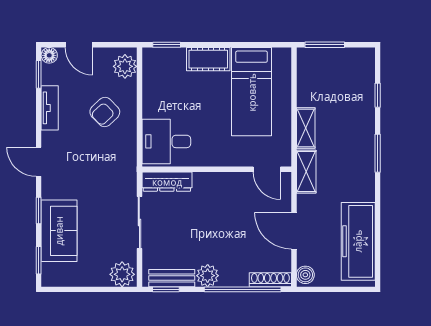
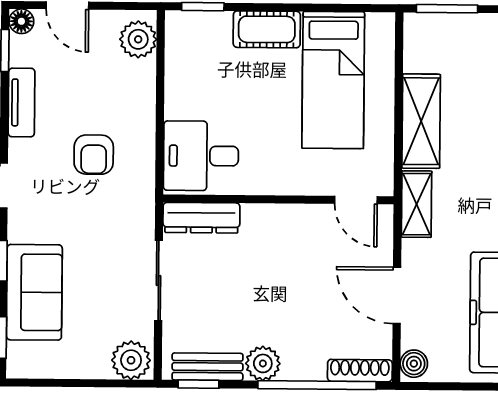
armchair: (105, 112) -> (94, 155), moved, turned -46
shelving: (306, 128) -> (421, 121), width x1.50, depth x1.33

